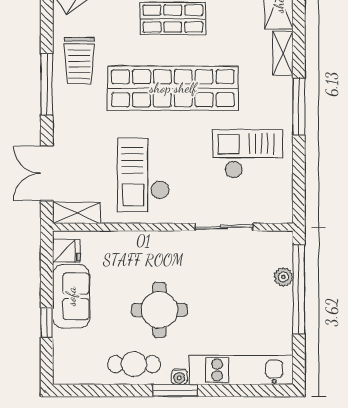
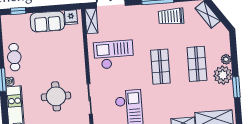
shop shelf: (173, 88) -> (160, 67), width x0.50, depth x0.74
round table: (159, 310) -> (56, 96), moved
window: (47, 323) -> (18, 11), moved

